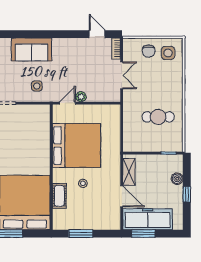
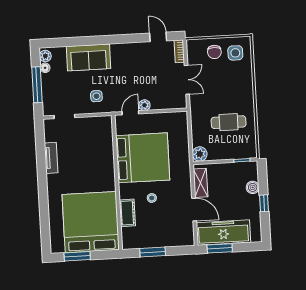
plant: (130, 145) -> (200, 154), added

